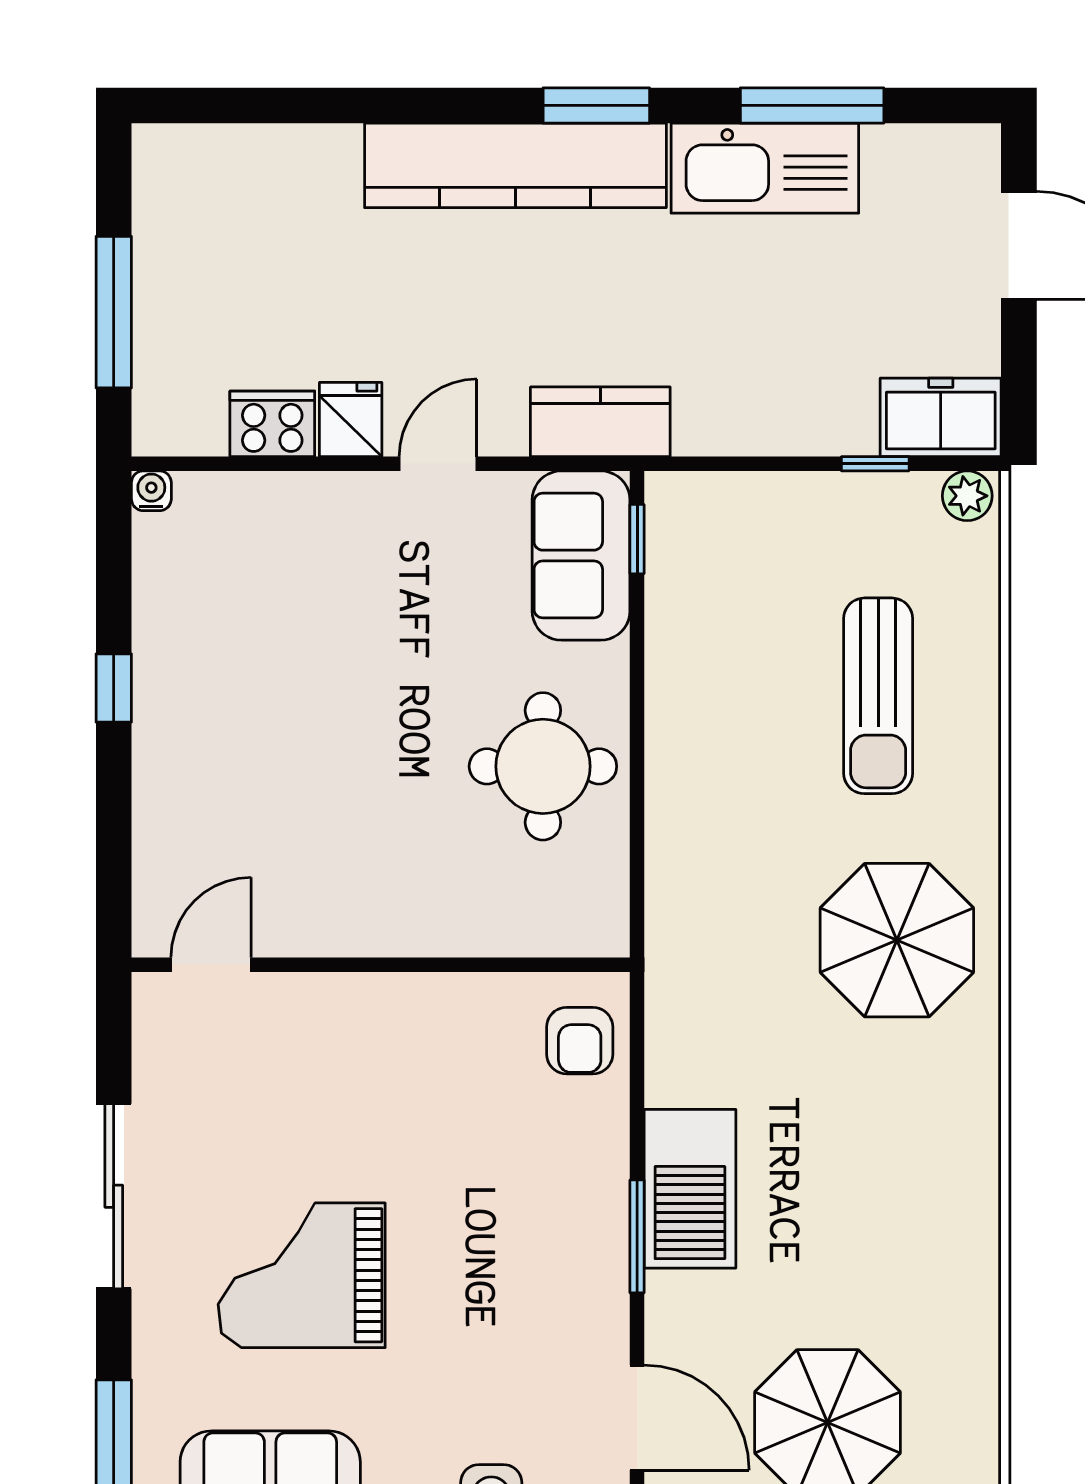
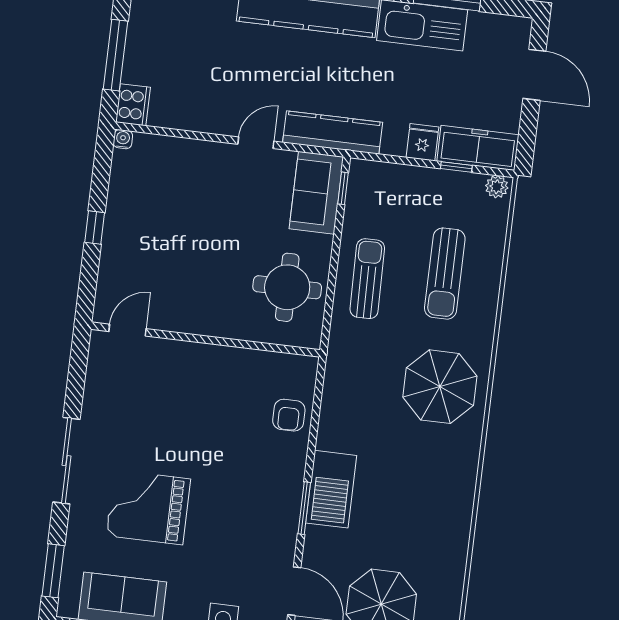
freezer: (941, 417) -> (478, 148), width x1.40
fridge: (351, 420) -> (422, 142), moved
kitchen counter: (600, 422) -> (333, 132), width x1.50
cooker: (272, 424) -> (133, 105), moved, turned 90
sun lounger: (713, 727) -> (367, 279), added
door: (211, 965) -> (127, 330), moved
wall: (381, 965) -> (205, 340), moved

